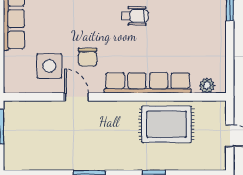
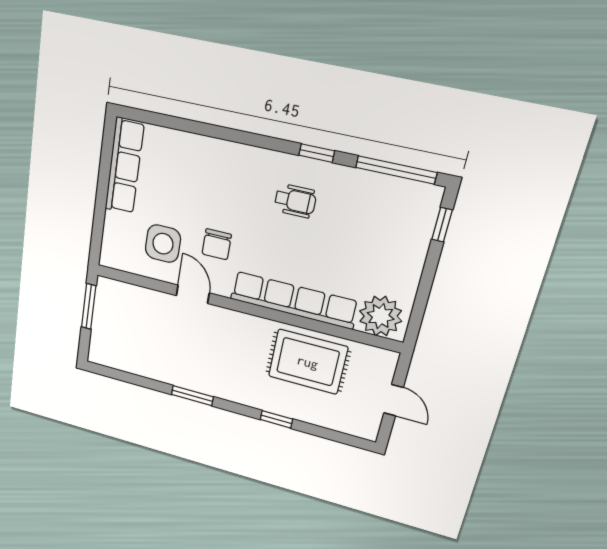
plant: (207, 86) -> (381, 316), width x1.87, depth x1.87

